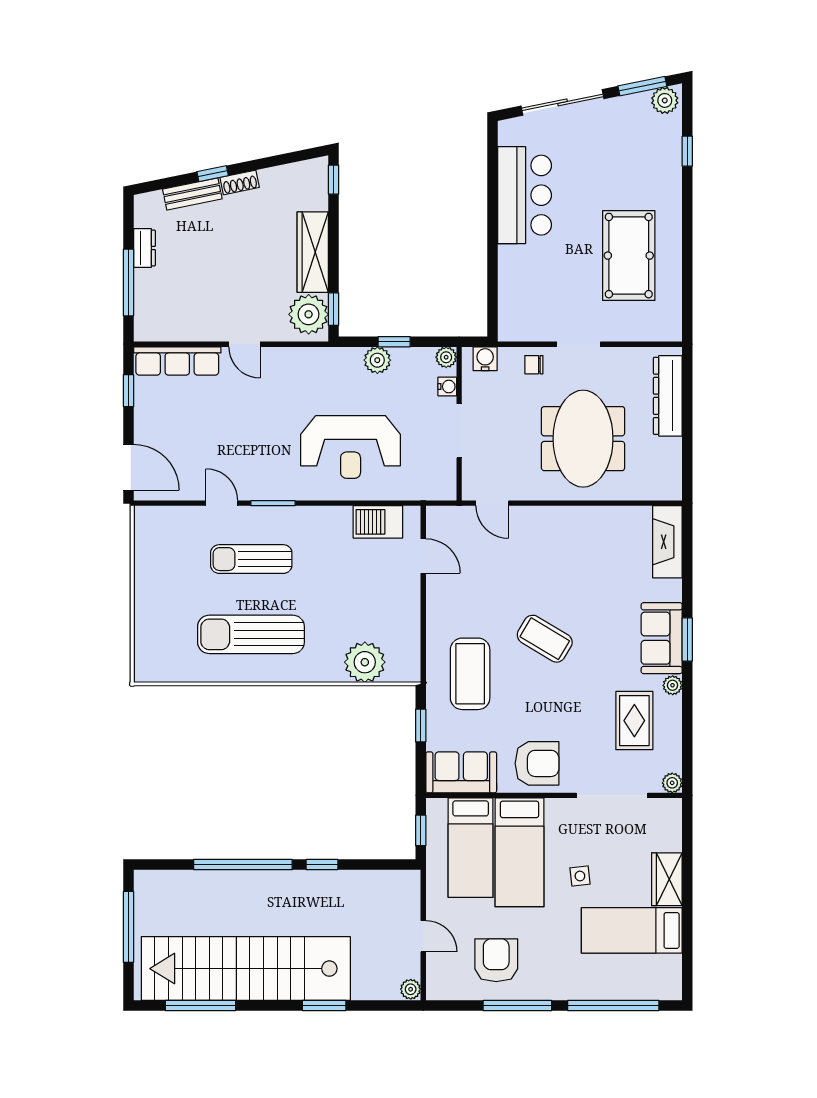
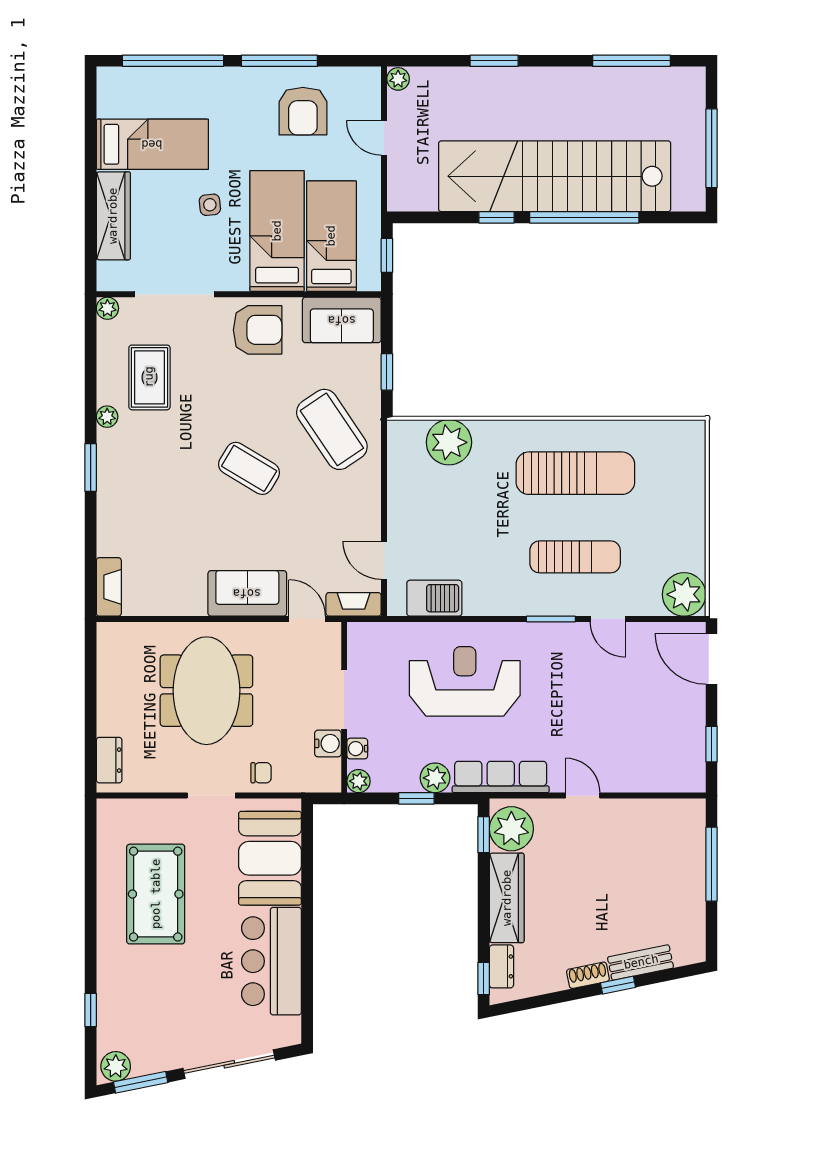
dresser: (144, 248) -> (501, 966), moved, turned 180
booth: (526, 288) -> (270, 858), added
water cooler: (485, 359) -> (328, 743), moved, turned -90
row of seats: (177, 361) -> (501, 777), moved
dresser: (668, 396) -> (109, 760), width x0.51, depth x0.80
fireplace: (451, 516) -> (354, 604), added
plant: (153, 525) -> (684, 594), added
fireplace: (667, 542) -> (109, 587), width x0.73, depth x0.76
sofa: (662, 638) -> (247, 593), moved, turned -90
coffee table: (470, 674) -> (332, 429), turned -34
armchair: (537, 763) -> (258, 330), turned 180
wardrobe: (667, 879) -> (113, 216), width x1.50
stairs: (246, 969) -> (555, 176), moved, turned 180

